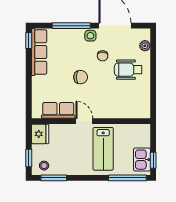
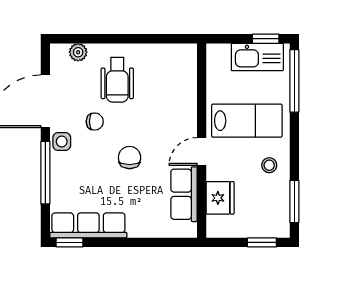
fridge: (40, 134) -> (220, 198), moved, turned 90
kitchen sink: (142, 160) -> (257, 57), width x1.38
stool: (44, 166) -> (269, 165), moved

